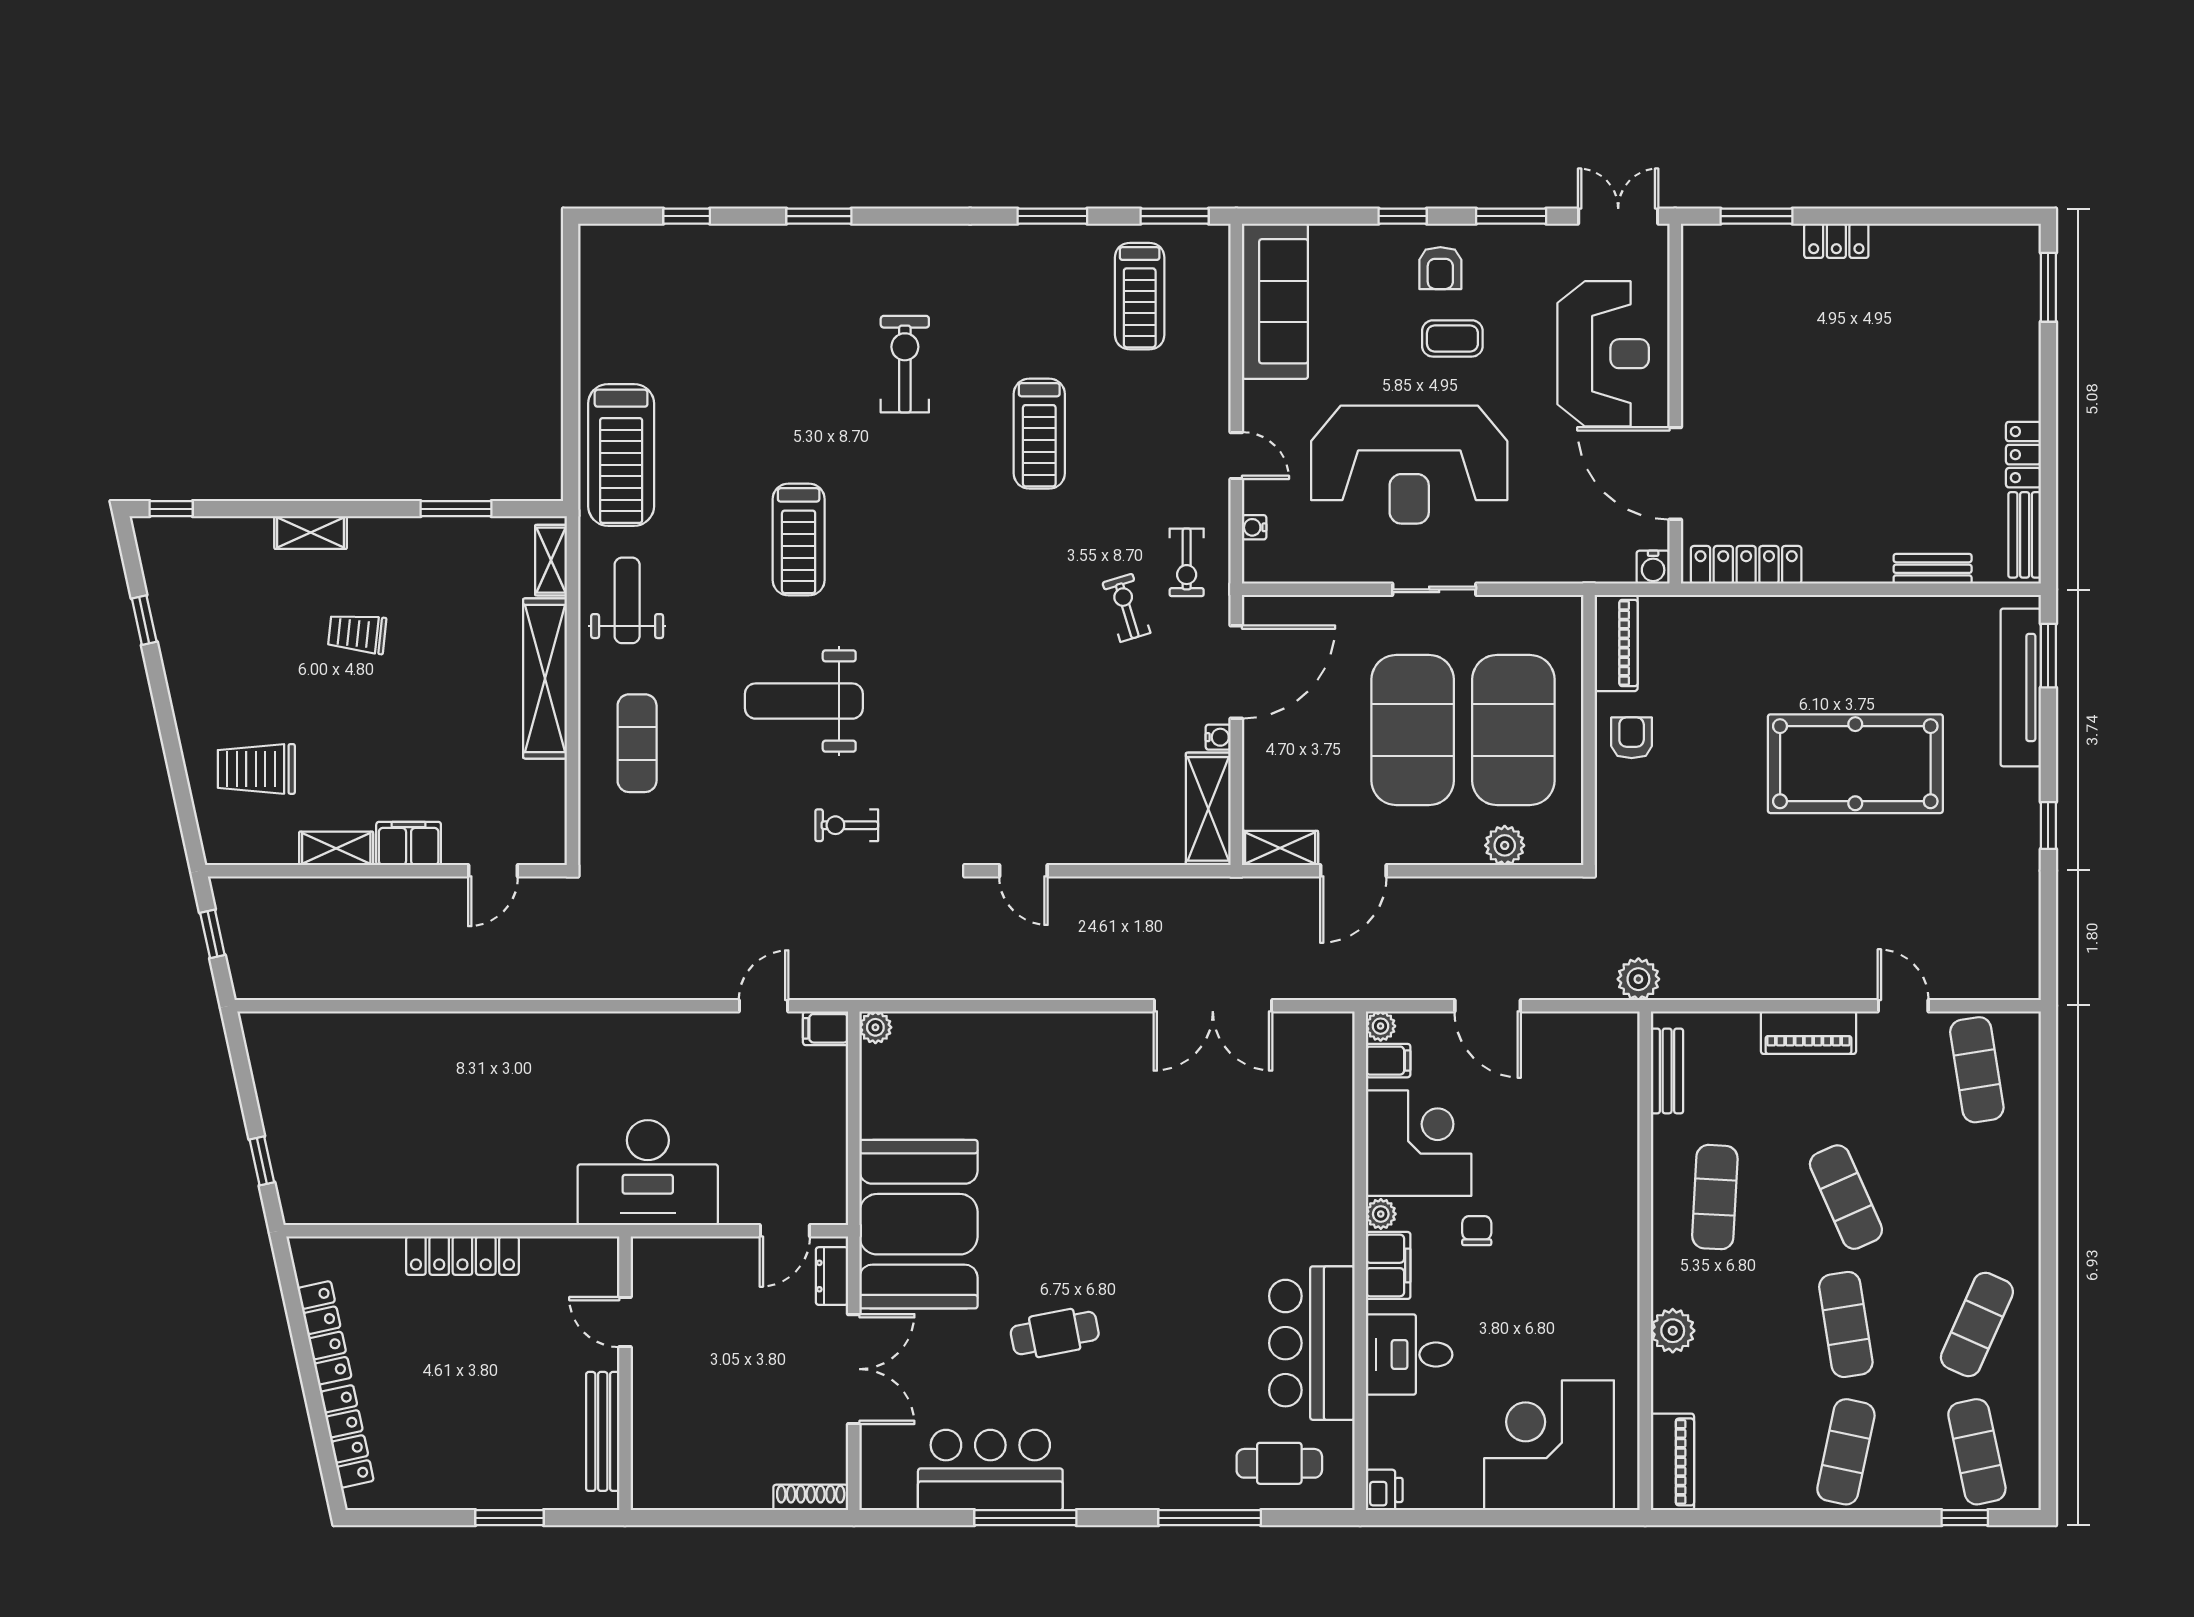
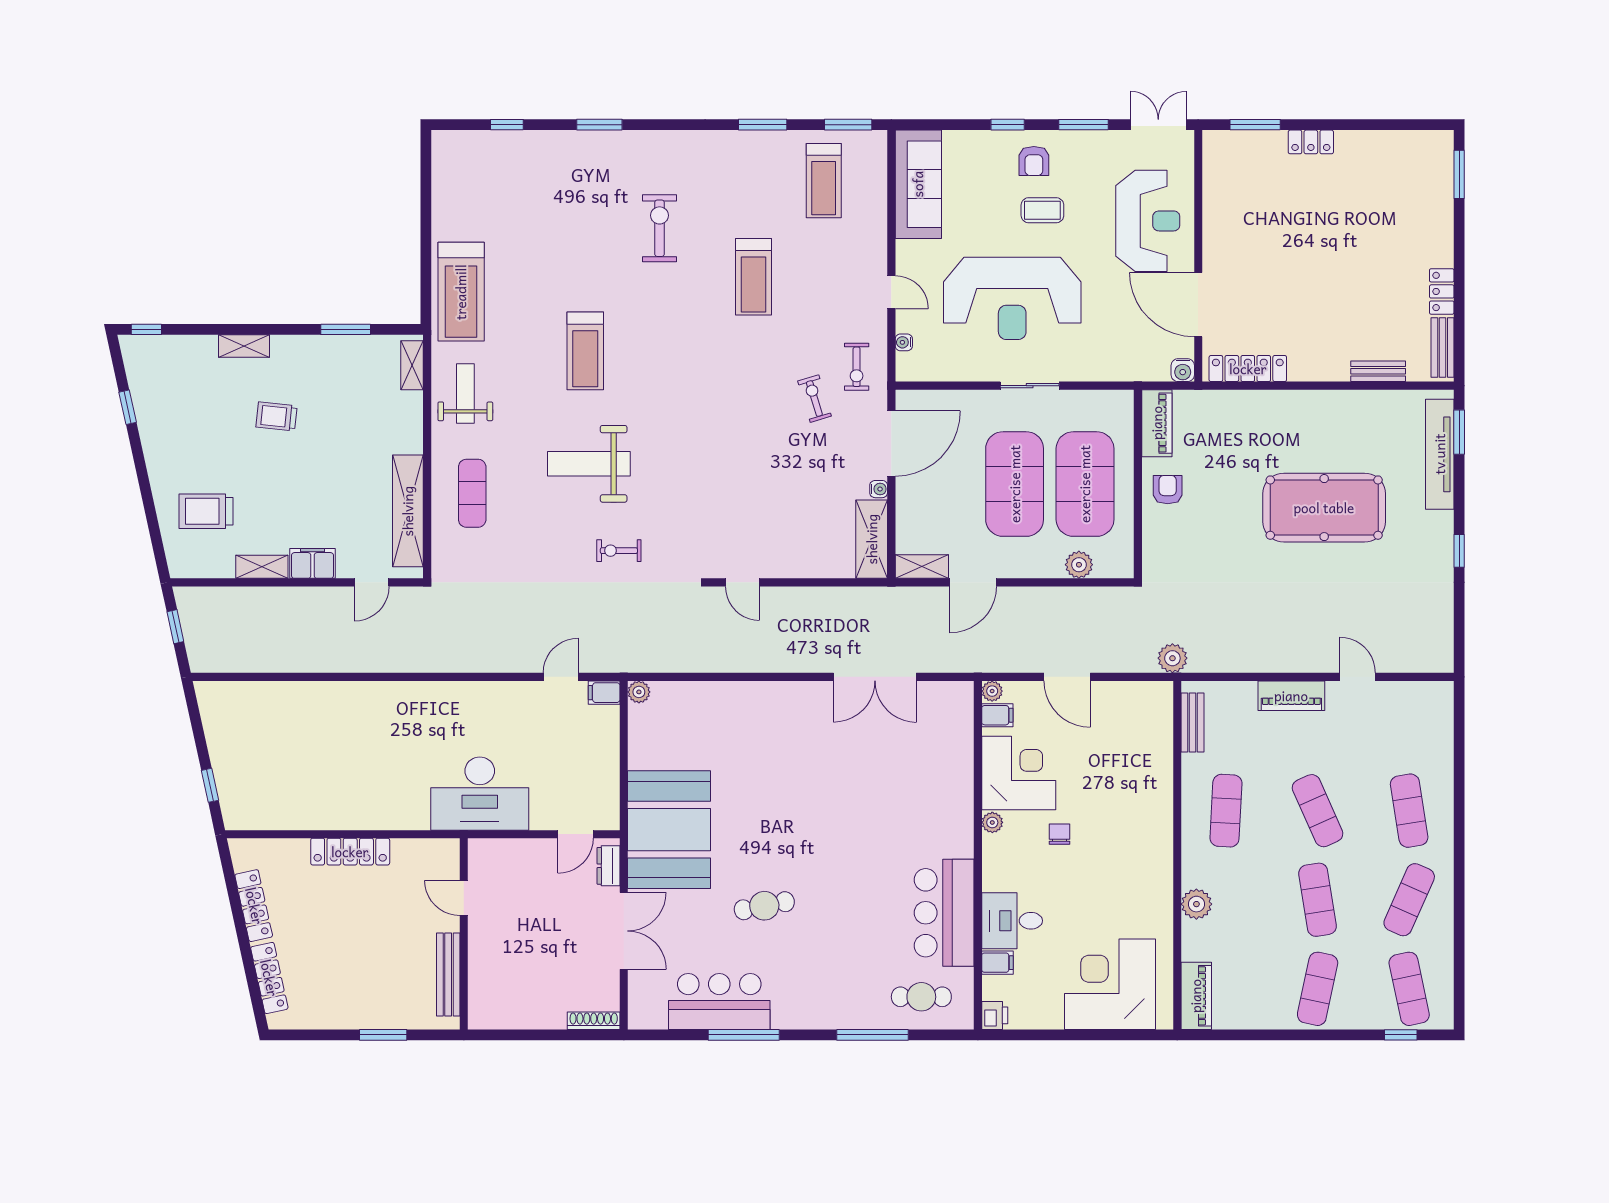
shelving: (545, 678) -> (408, 511), moved
exercise mat: (1977, 1070) -> (1409, 811), moved
filing cabinet: (1388, 1265) -> (997, 963), moved, width x0.50

